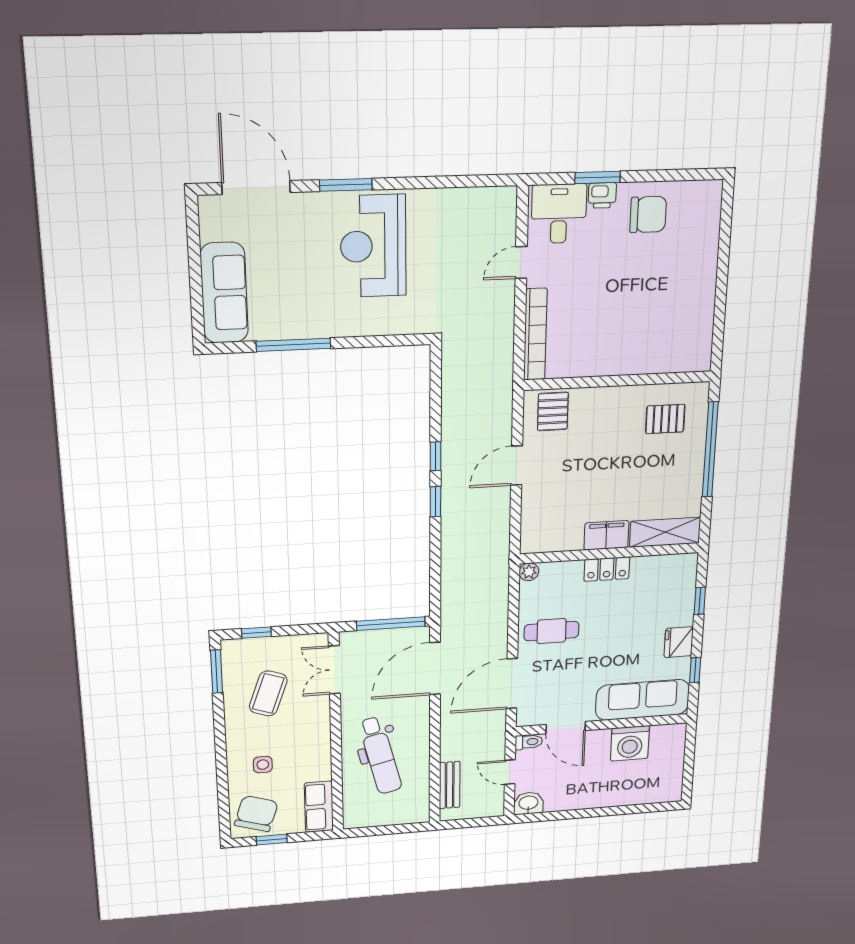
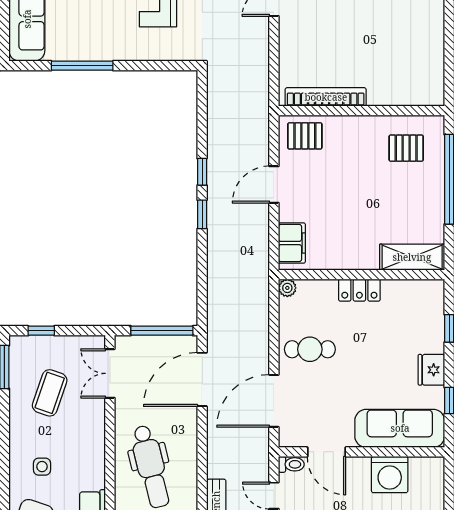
bookcase: (535, 334) -> (326, 97), moved, turned -90
pallet: (553, 411) -> (305, 136), turned 90
filing cabinet: (606, 535) -> (292, 243), moved, turned 90

